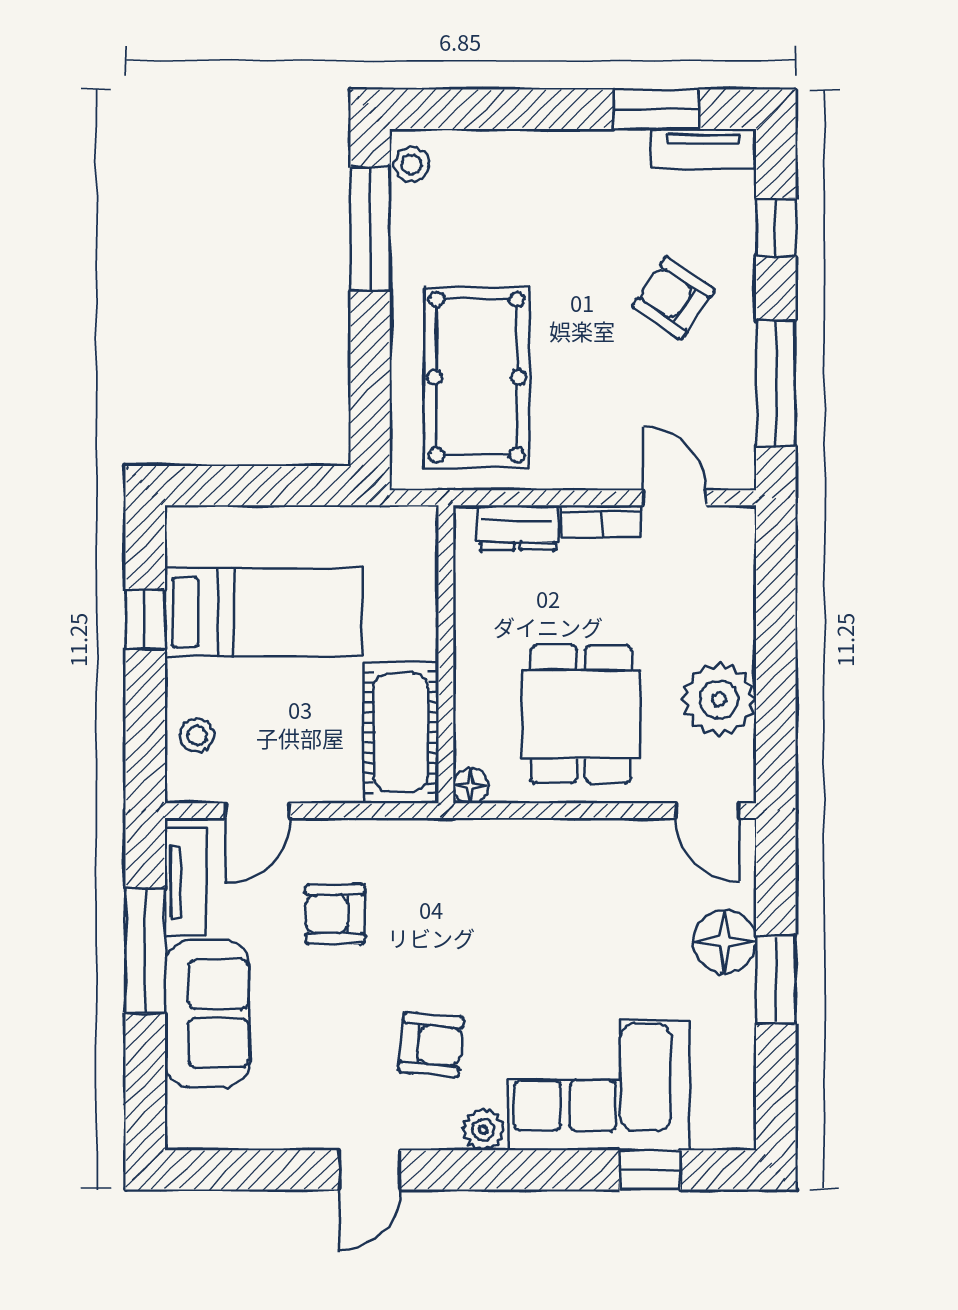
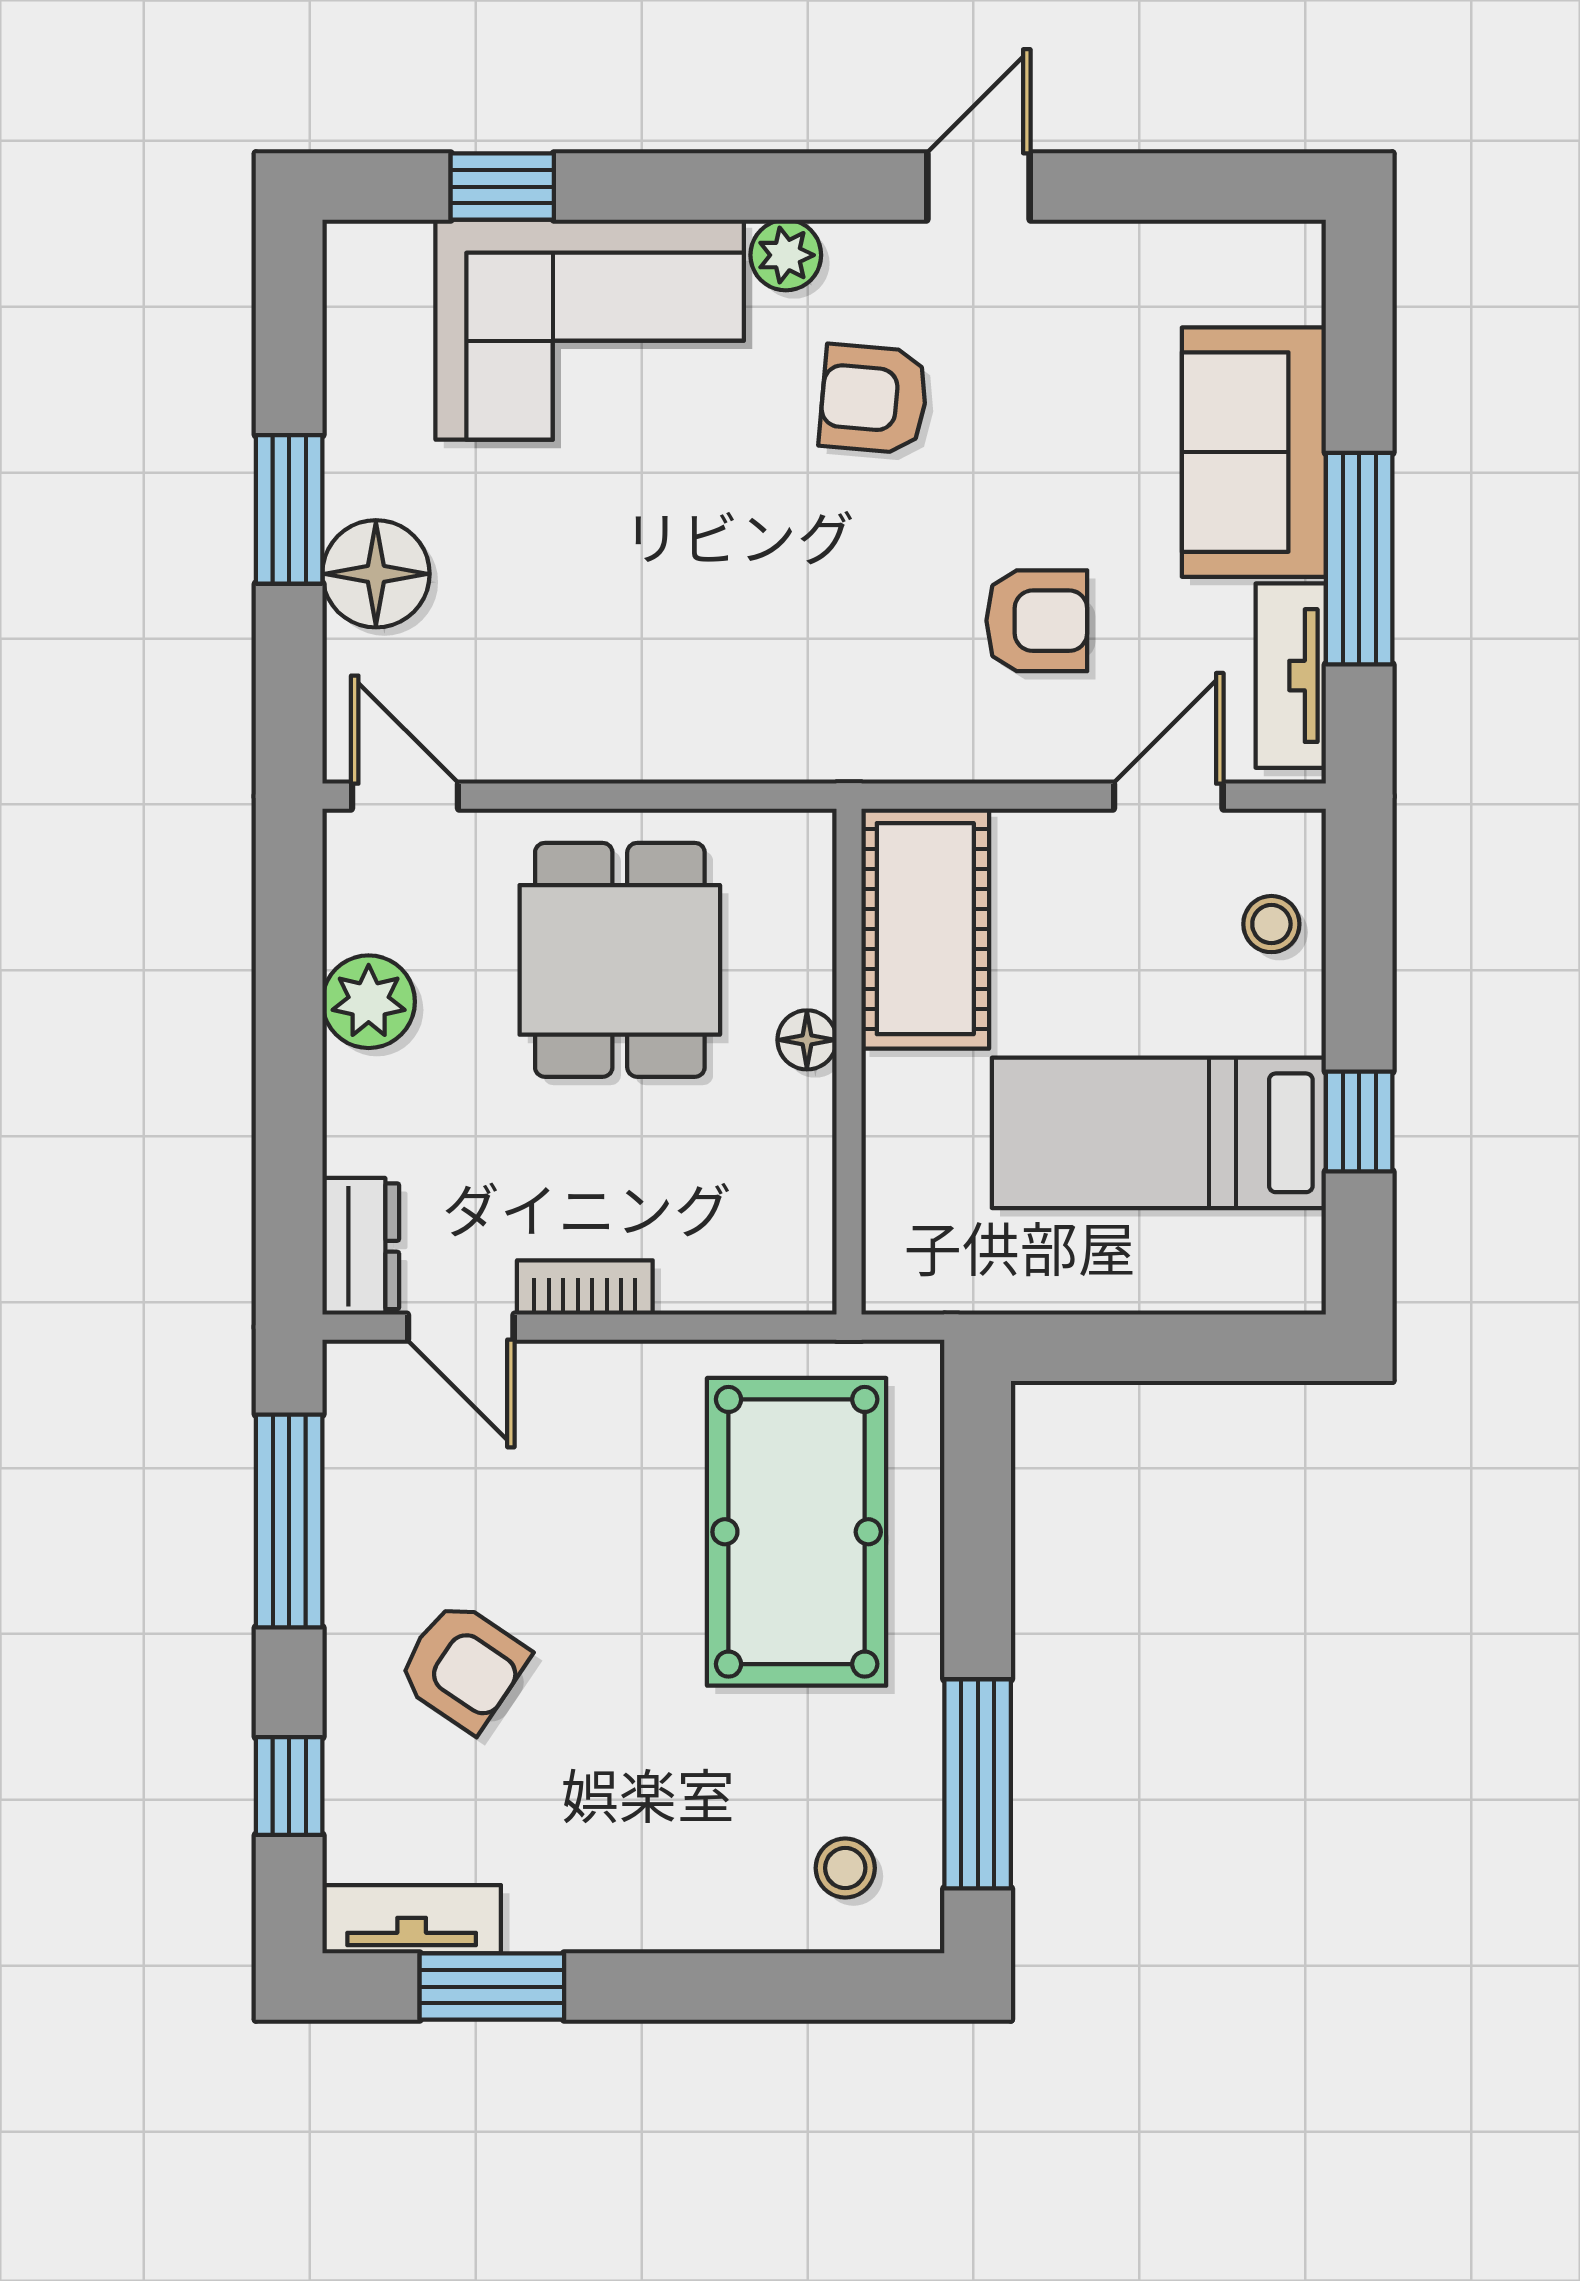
stool: (412, 164) -> (845, 1868), moved
dresser: (517, 528) -> (361, 1246), moved, turned 90
plant: (719, 699) -> (369, 1002), width x0.73, depth x0.73
floor lamp: (471, 786) -> (807, 1040), moved

